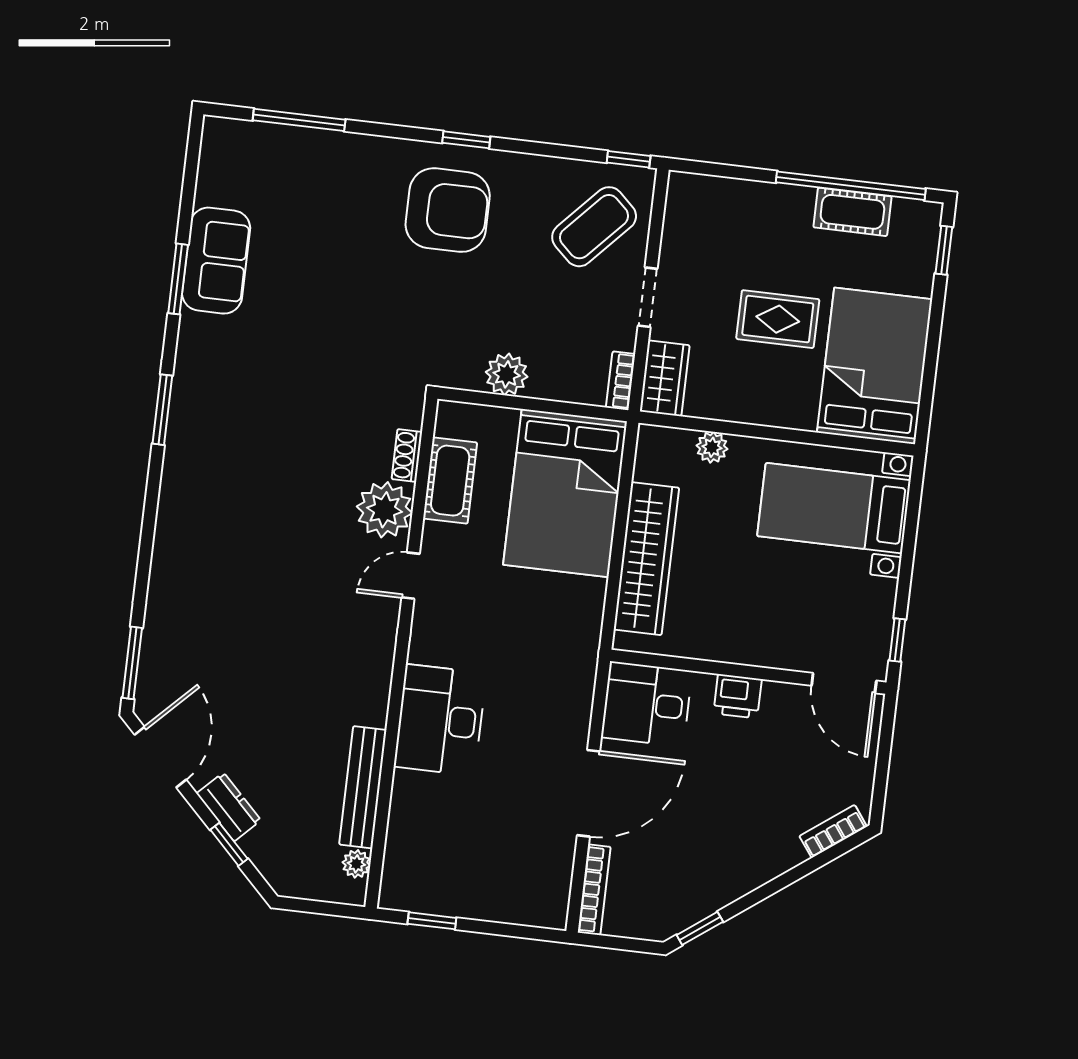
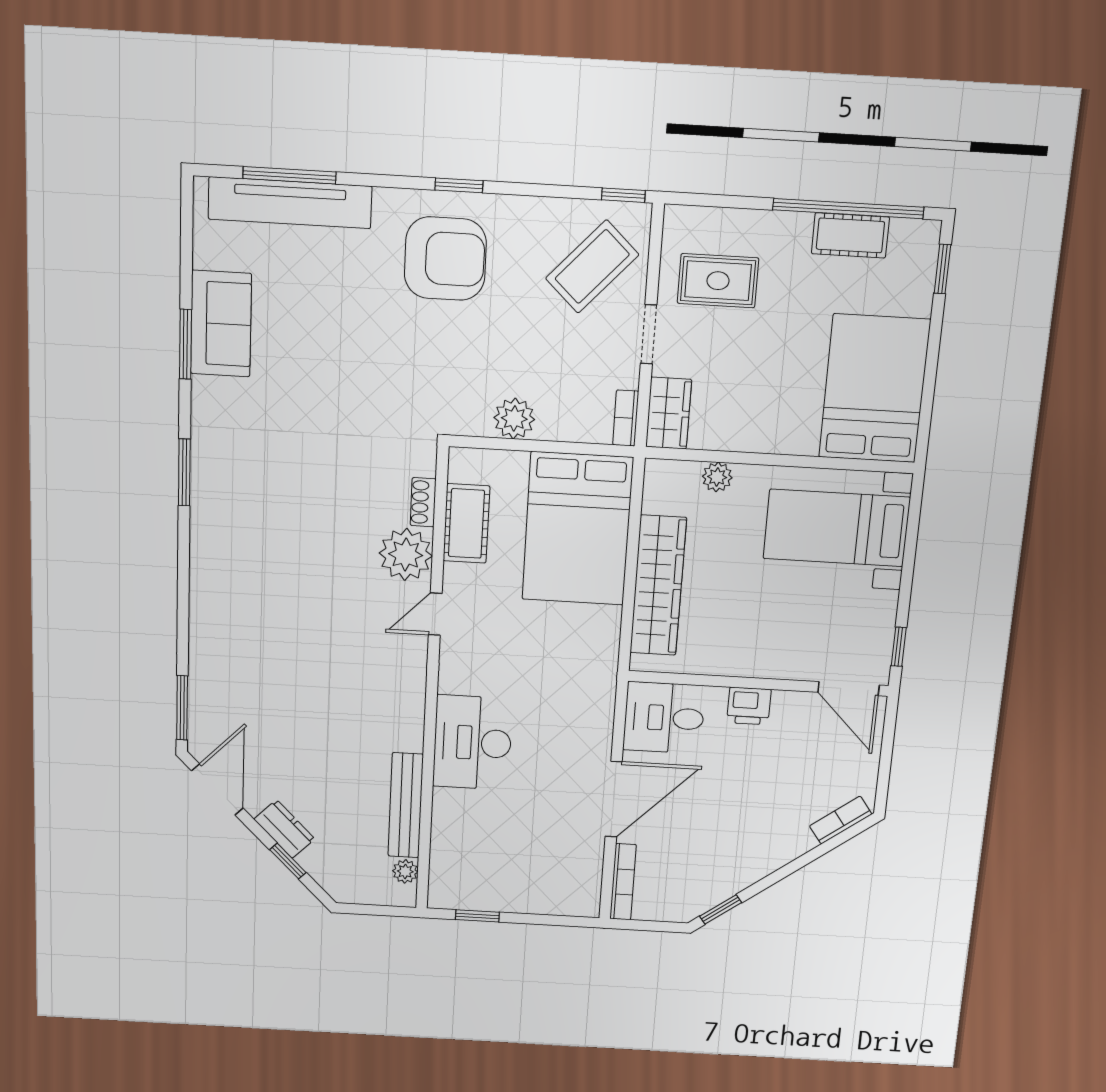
tv unit: (297, 146) -> (290, 203), added
rug: (778, 319) -> (718, 281), moved

